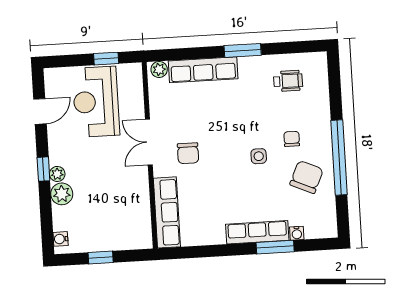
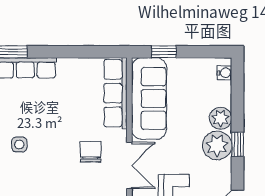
plant: (57, 174) -> (217, 145), width x1.88, depth x1.88
sofa: (133, 209) -> (149, 99), added
window: (101, 257) -> (164, 52), moved

